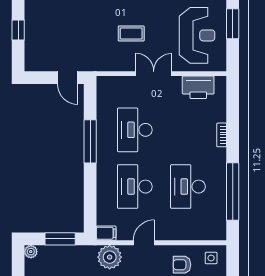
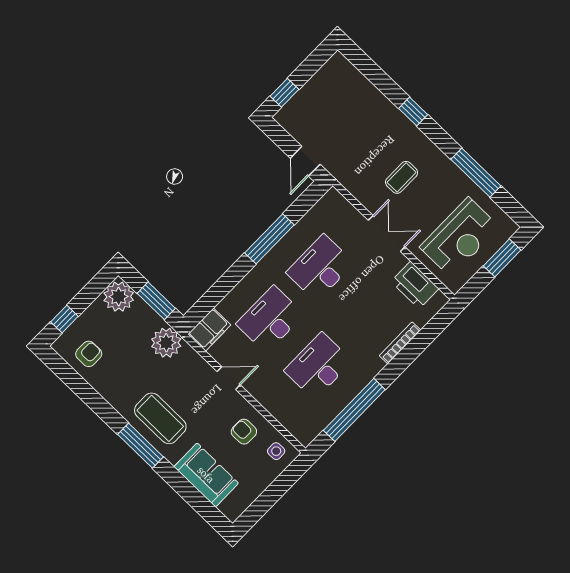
window: (18, 30) -> (284, 93), moved
coffee table: (131, 33) -> (402, 177), turned 90
bookcase: (222, 135) -> (400, 343), width x1.56
filing cabinet: (106, 233) -> (209, 330), width x2.00
plant: (31, 252) -> (119, 297), width x1.88, depth x1.88
plant: (110, 257) -> (166, 343), moved

